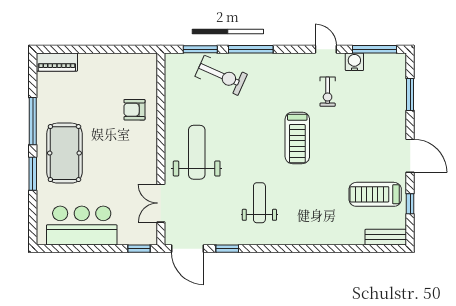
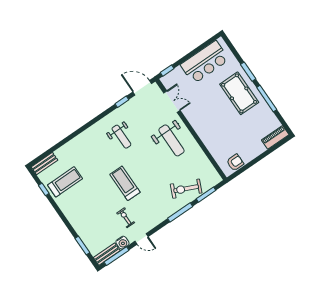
bench: (386, 61) -> (107, 254), added
armchair: (134, 110) -> (235, 162), moved
door: (410, 156) -> (61, 214), removed

